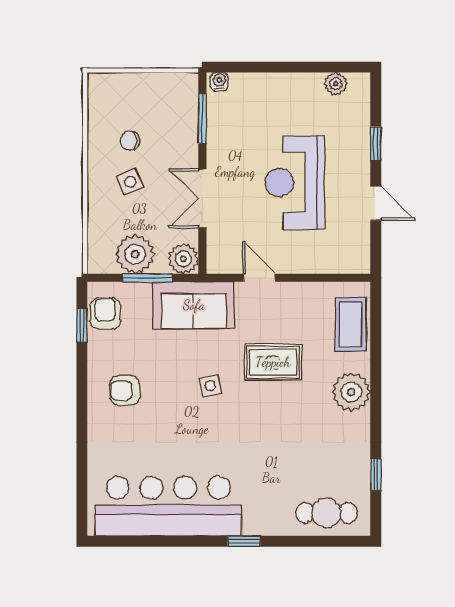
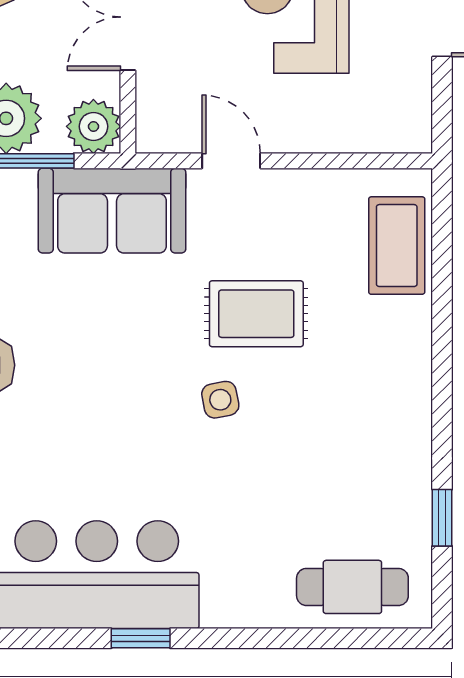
side table: (210, 386) -> (220, 400), moved
plant: (351, 392) -> (398, 368), removed
window: (244, 541) -> (141, 638), moved

